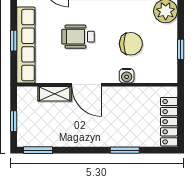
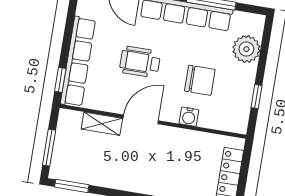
window: (14, 41) -> (60, 80), moved
door: (87, 85) -> (141, 119), swing flipped
window: (14, 121) -> (49, 148), width x1.50

